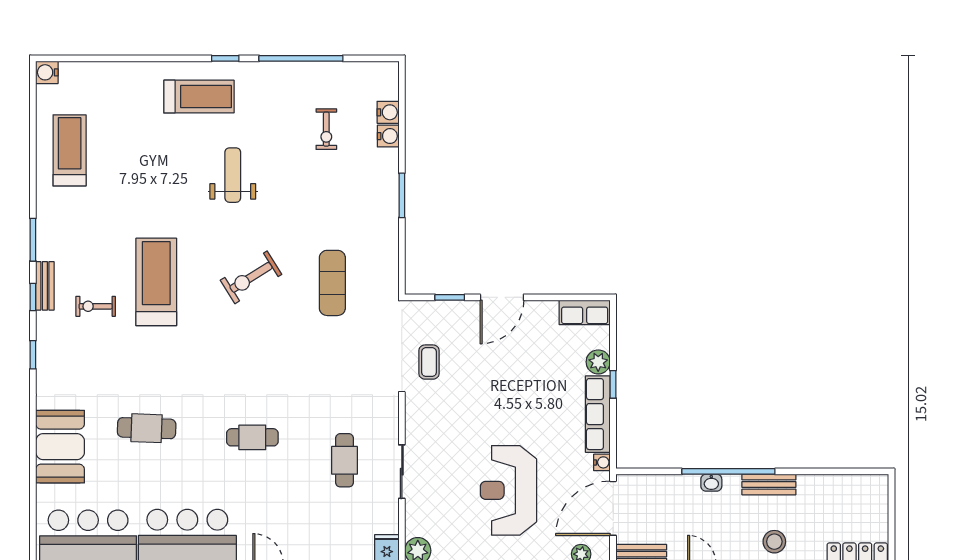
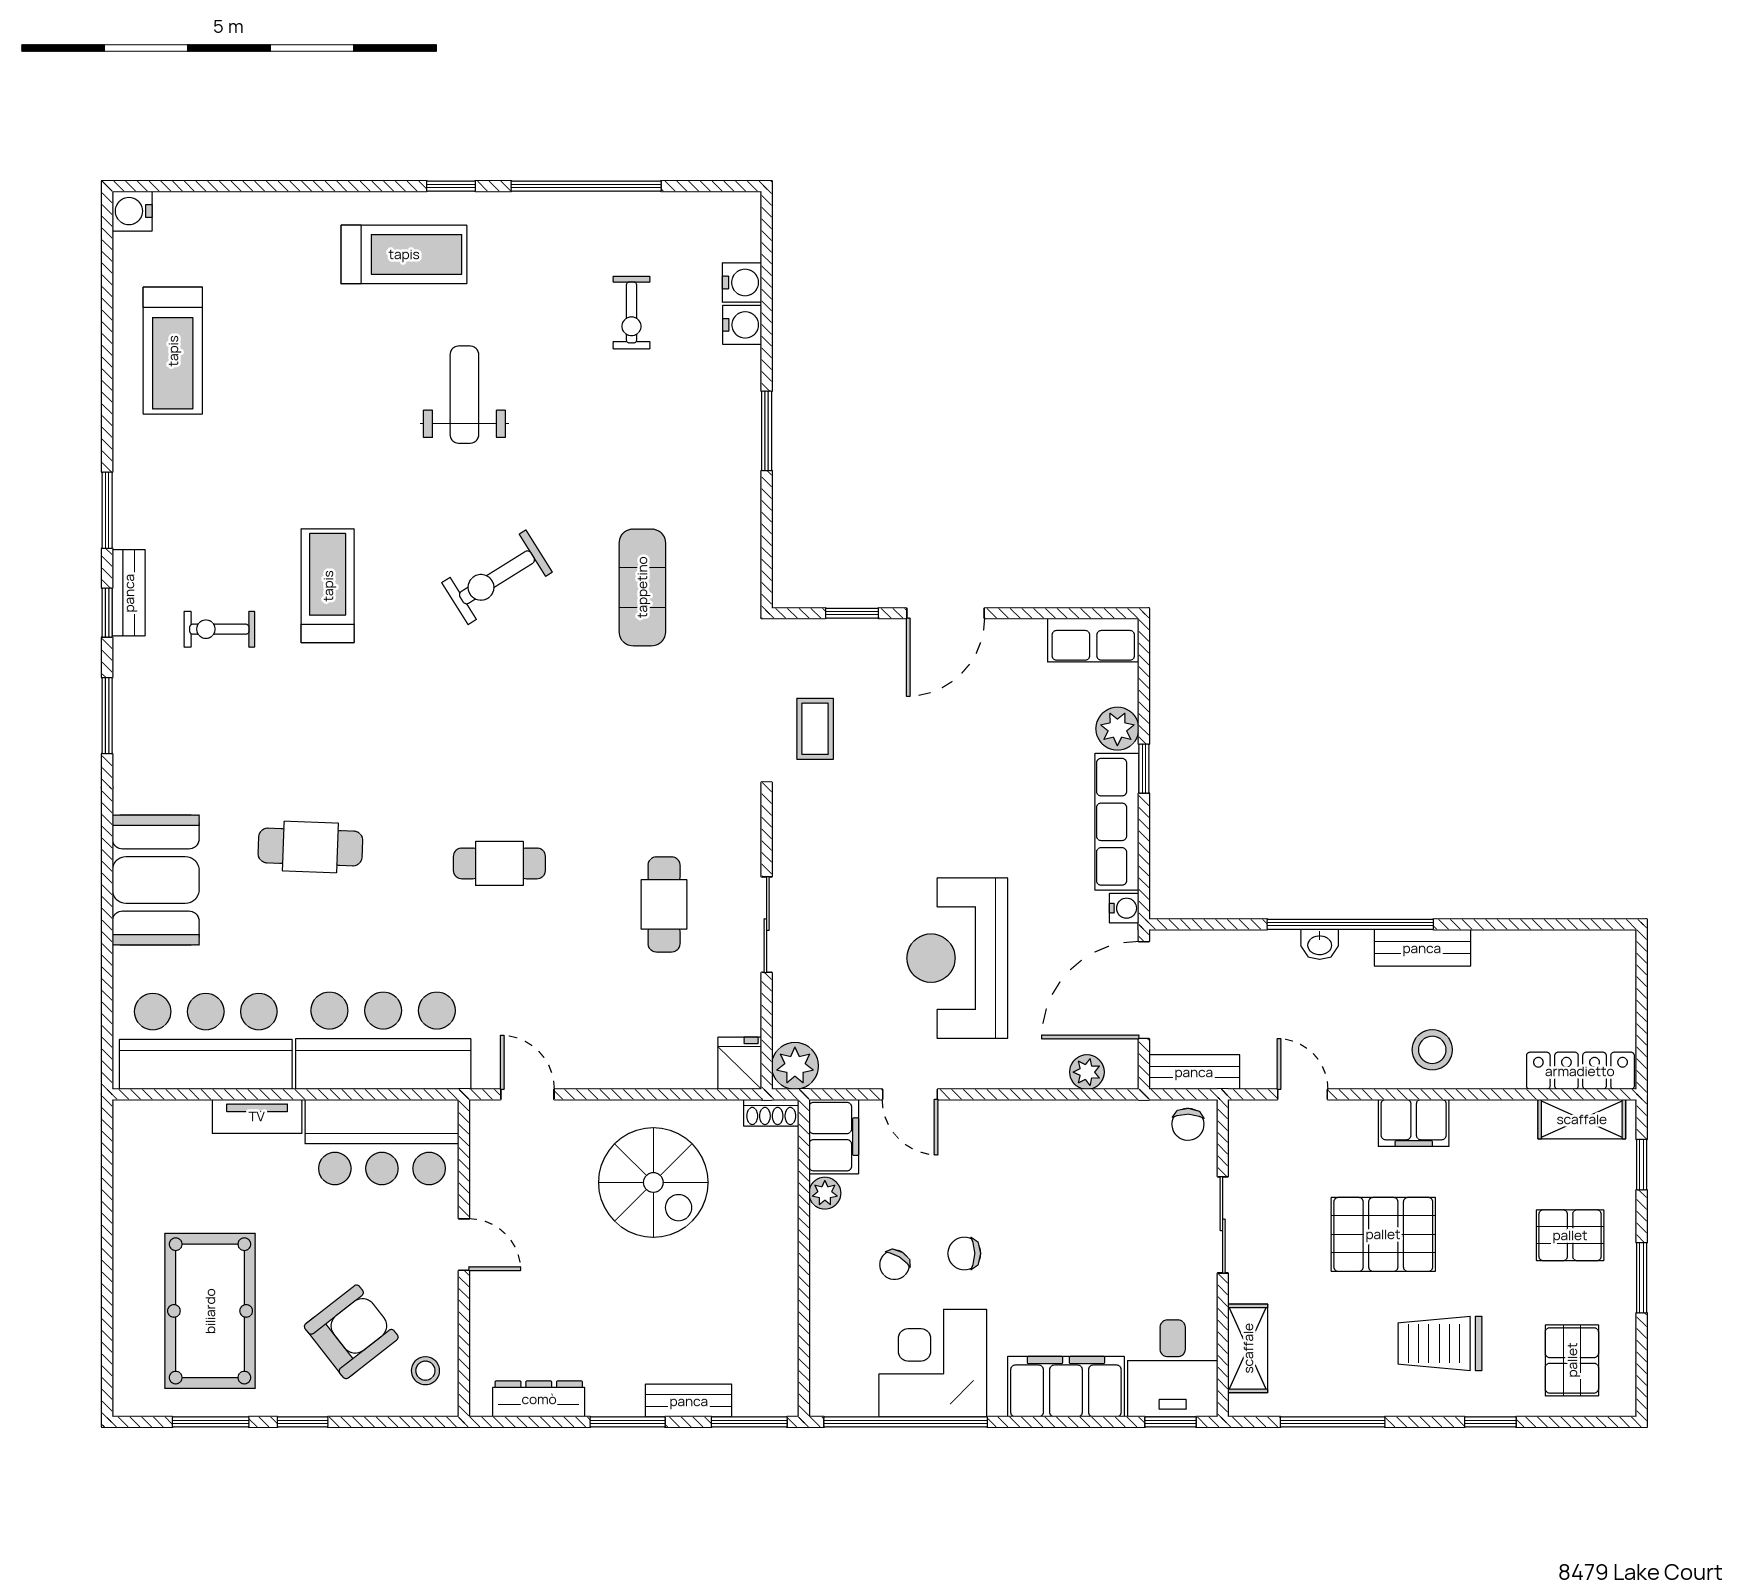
treadmill: (70, 150) -> (173, 351), turned 180
treadmill: (156, 282) -> (328, 586), width x0.73, depth x0.73
window: (33, 355) -> (107, 716), width x1.50

